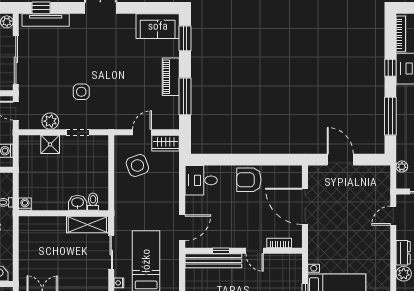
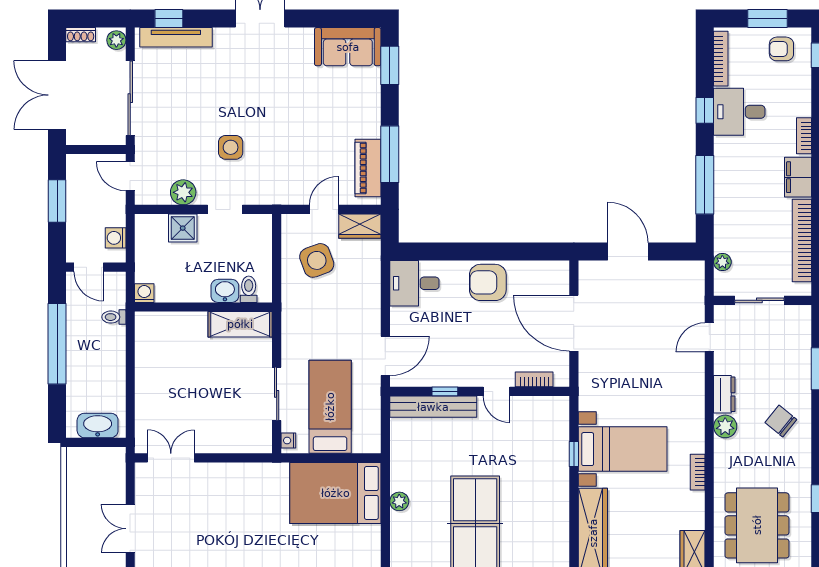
piano: (171, 77) -> (368, 168), moved
toilet: (93, 202) -> (249, 289), moved
washbasin: (78, 203) -> (225, 291), moved
washing machine: (25, 204) -> (144, 293), moved
wall: (64, 213) -> (203, 307), moved
shelving: (87, 224) -> (240, 324), moved

